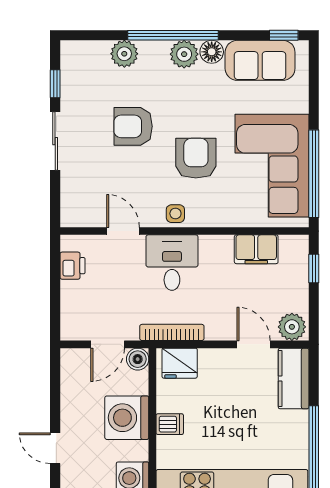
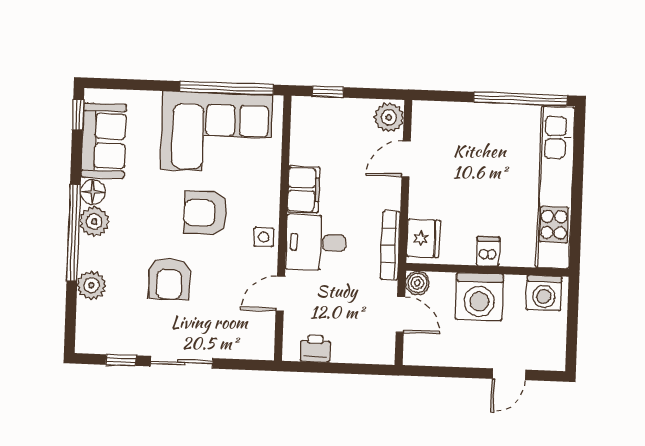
filing cabinet: (256, 249) -> (304, 189), moved
kitchen counter: (294, 378) -> (444, 118), removed

